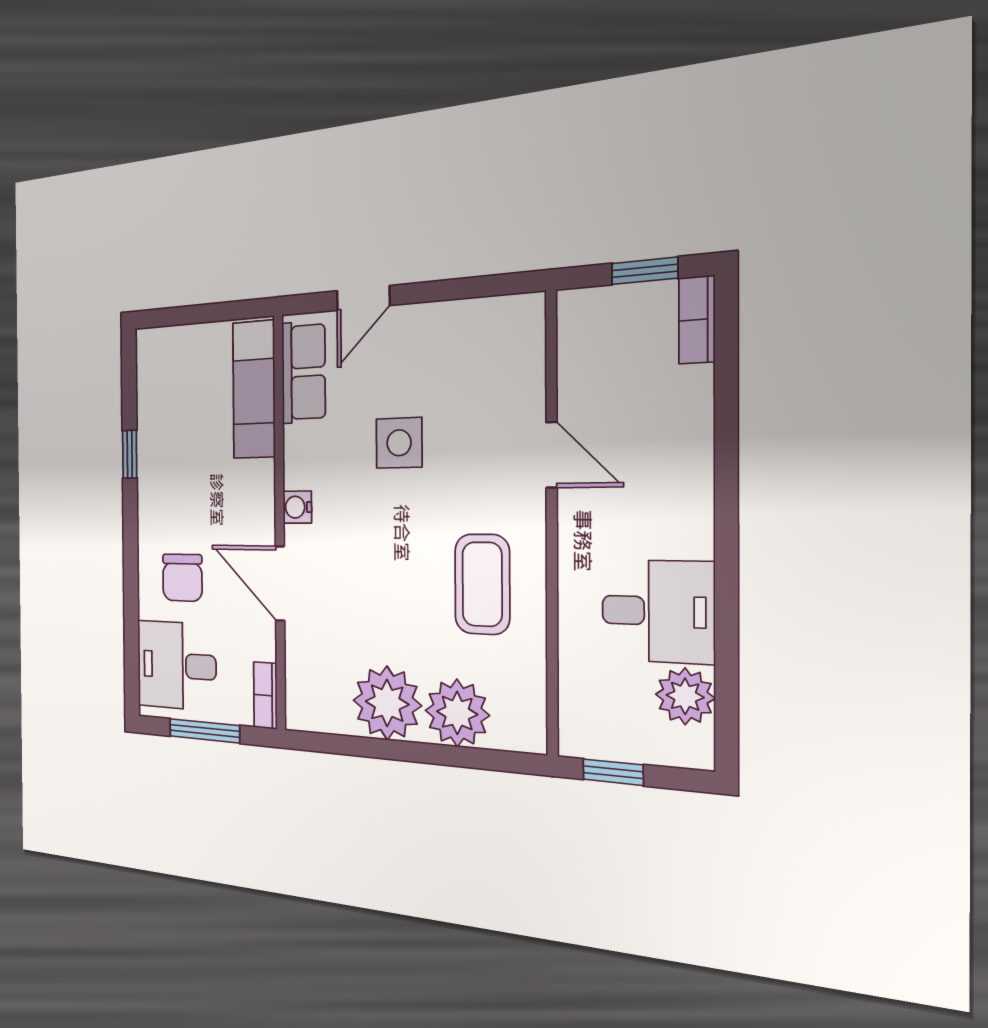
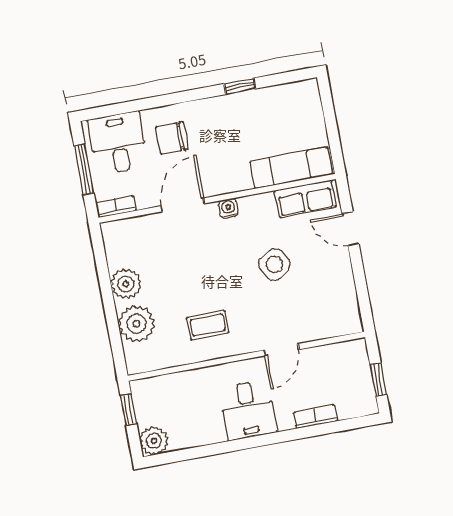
bookcase: (697, 320) -> (315, 417), moved
side table: (399, 443) -> (274, 264), turned -33
coffee table: (482, 584) -> (208, 325), width x0.73, depth x0.77
desk: (658, 611) -> (248, 410), moved
plant: (685, 696) -> (154, 441), moved
plant: (387, 703) -> (126, 284), width x0.73, depth x0.73

